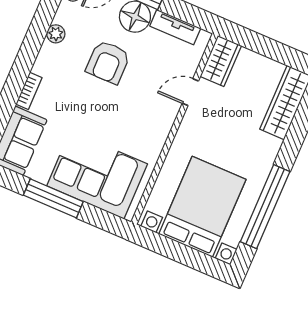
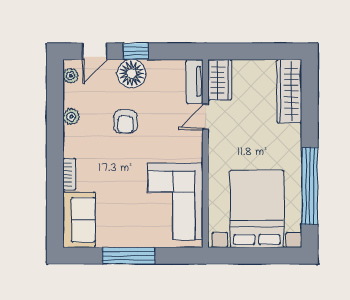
tv unit: (175, 27) -> (195, 81), moved, turned 90
armchair: (108, 62) -> (125, 122), width x0.72, depth x0.72
corner sofa: (97, 175) -> (176, 201), moved, turned -90

